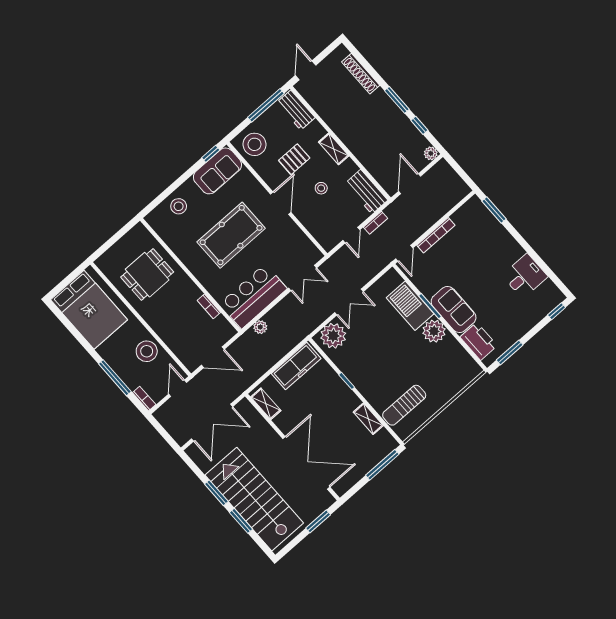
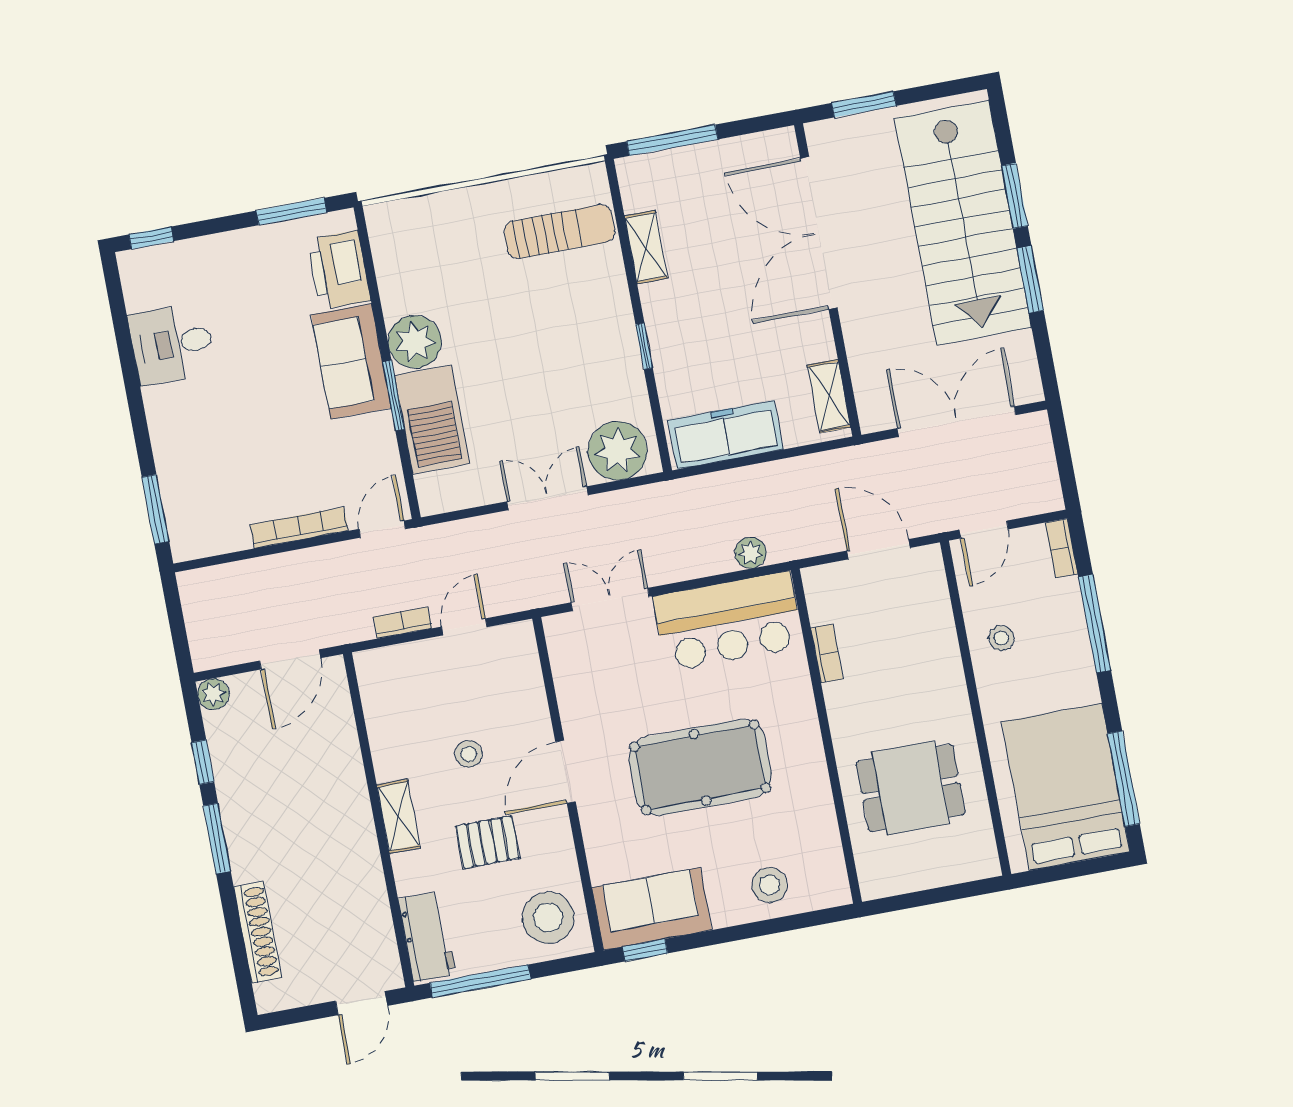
workbench: (366, 192) -> (384, 694), removed
window: (69, 326) -> (1124, 779), added
stool: (147, 351) -> (1001, 638), width x0.53, depth x0.53

